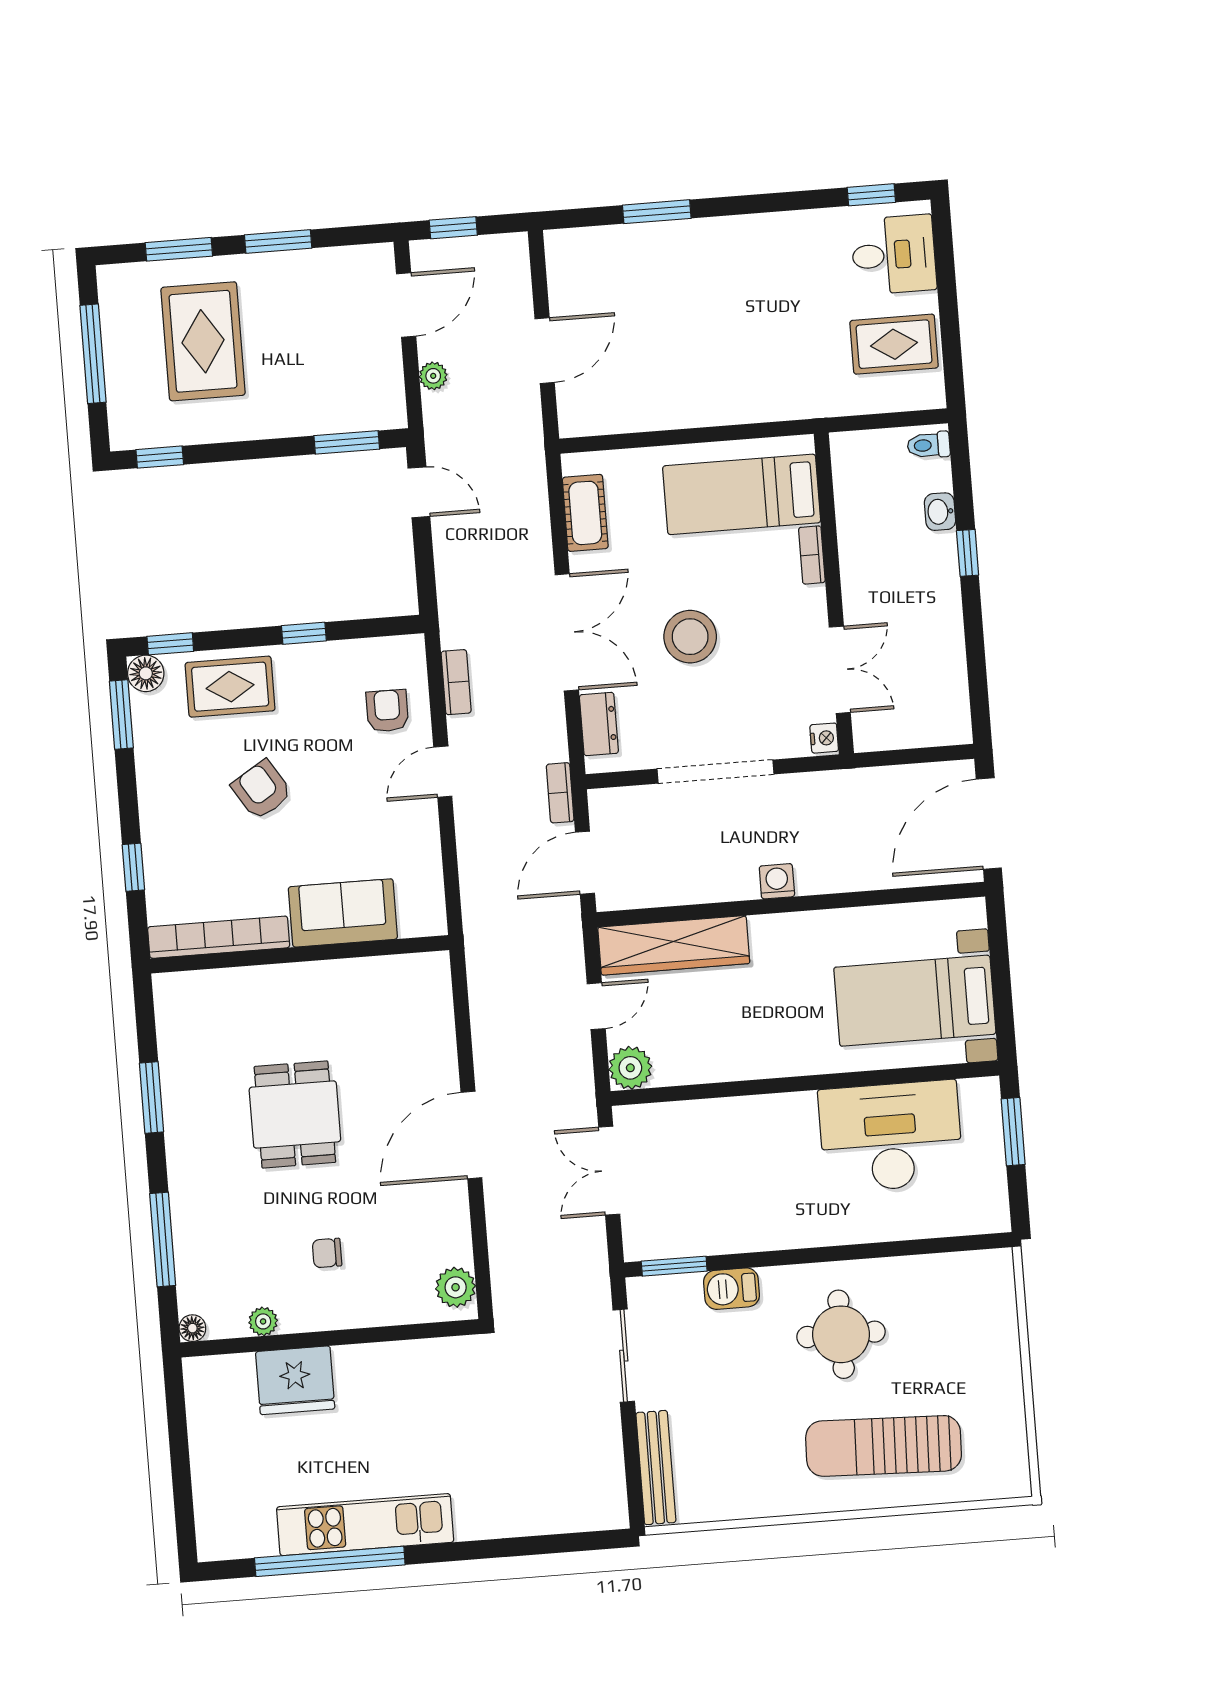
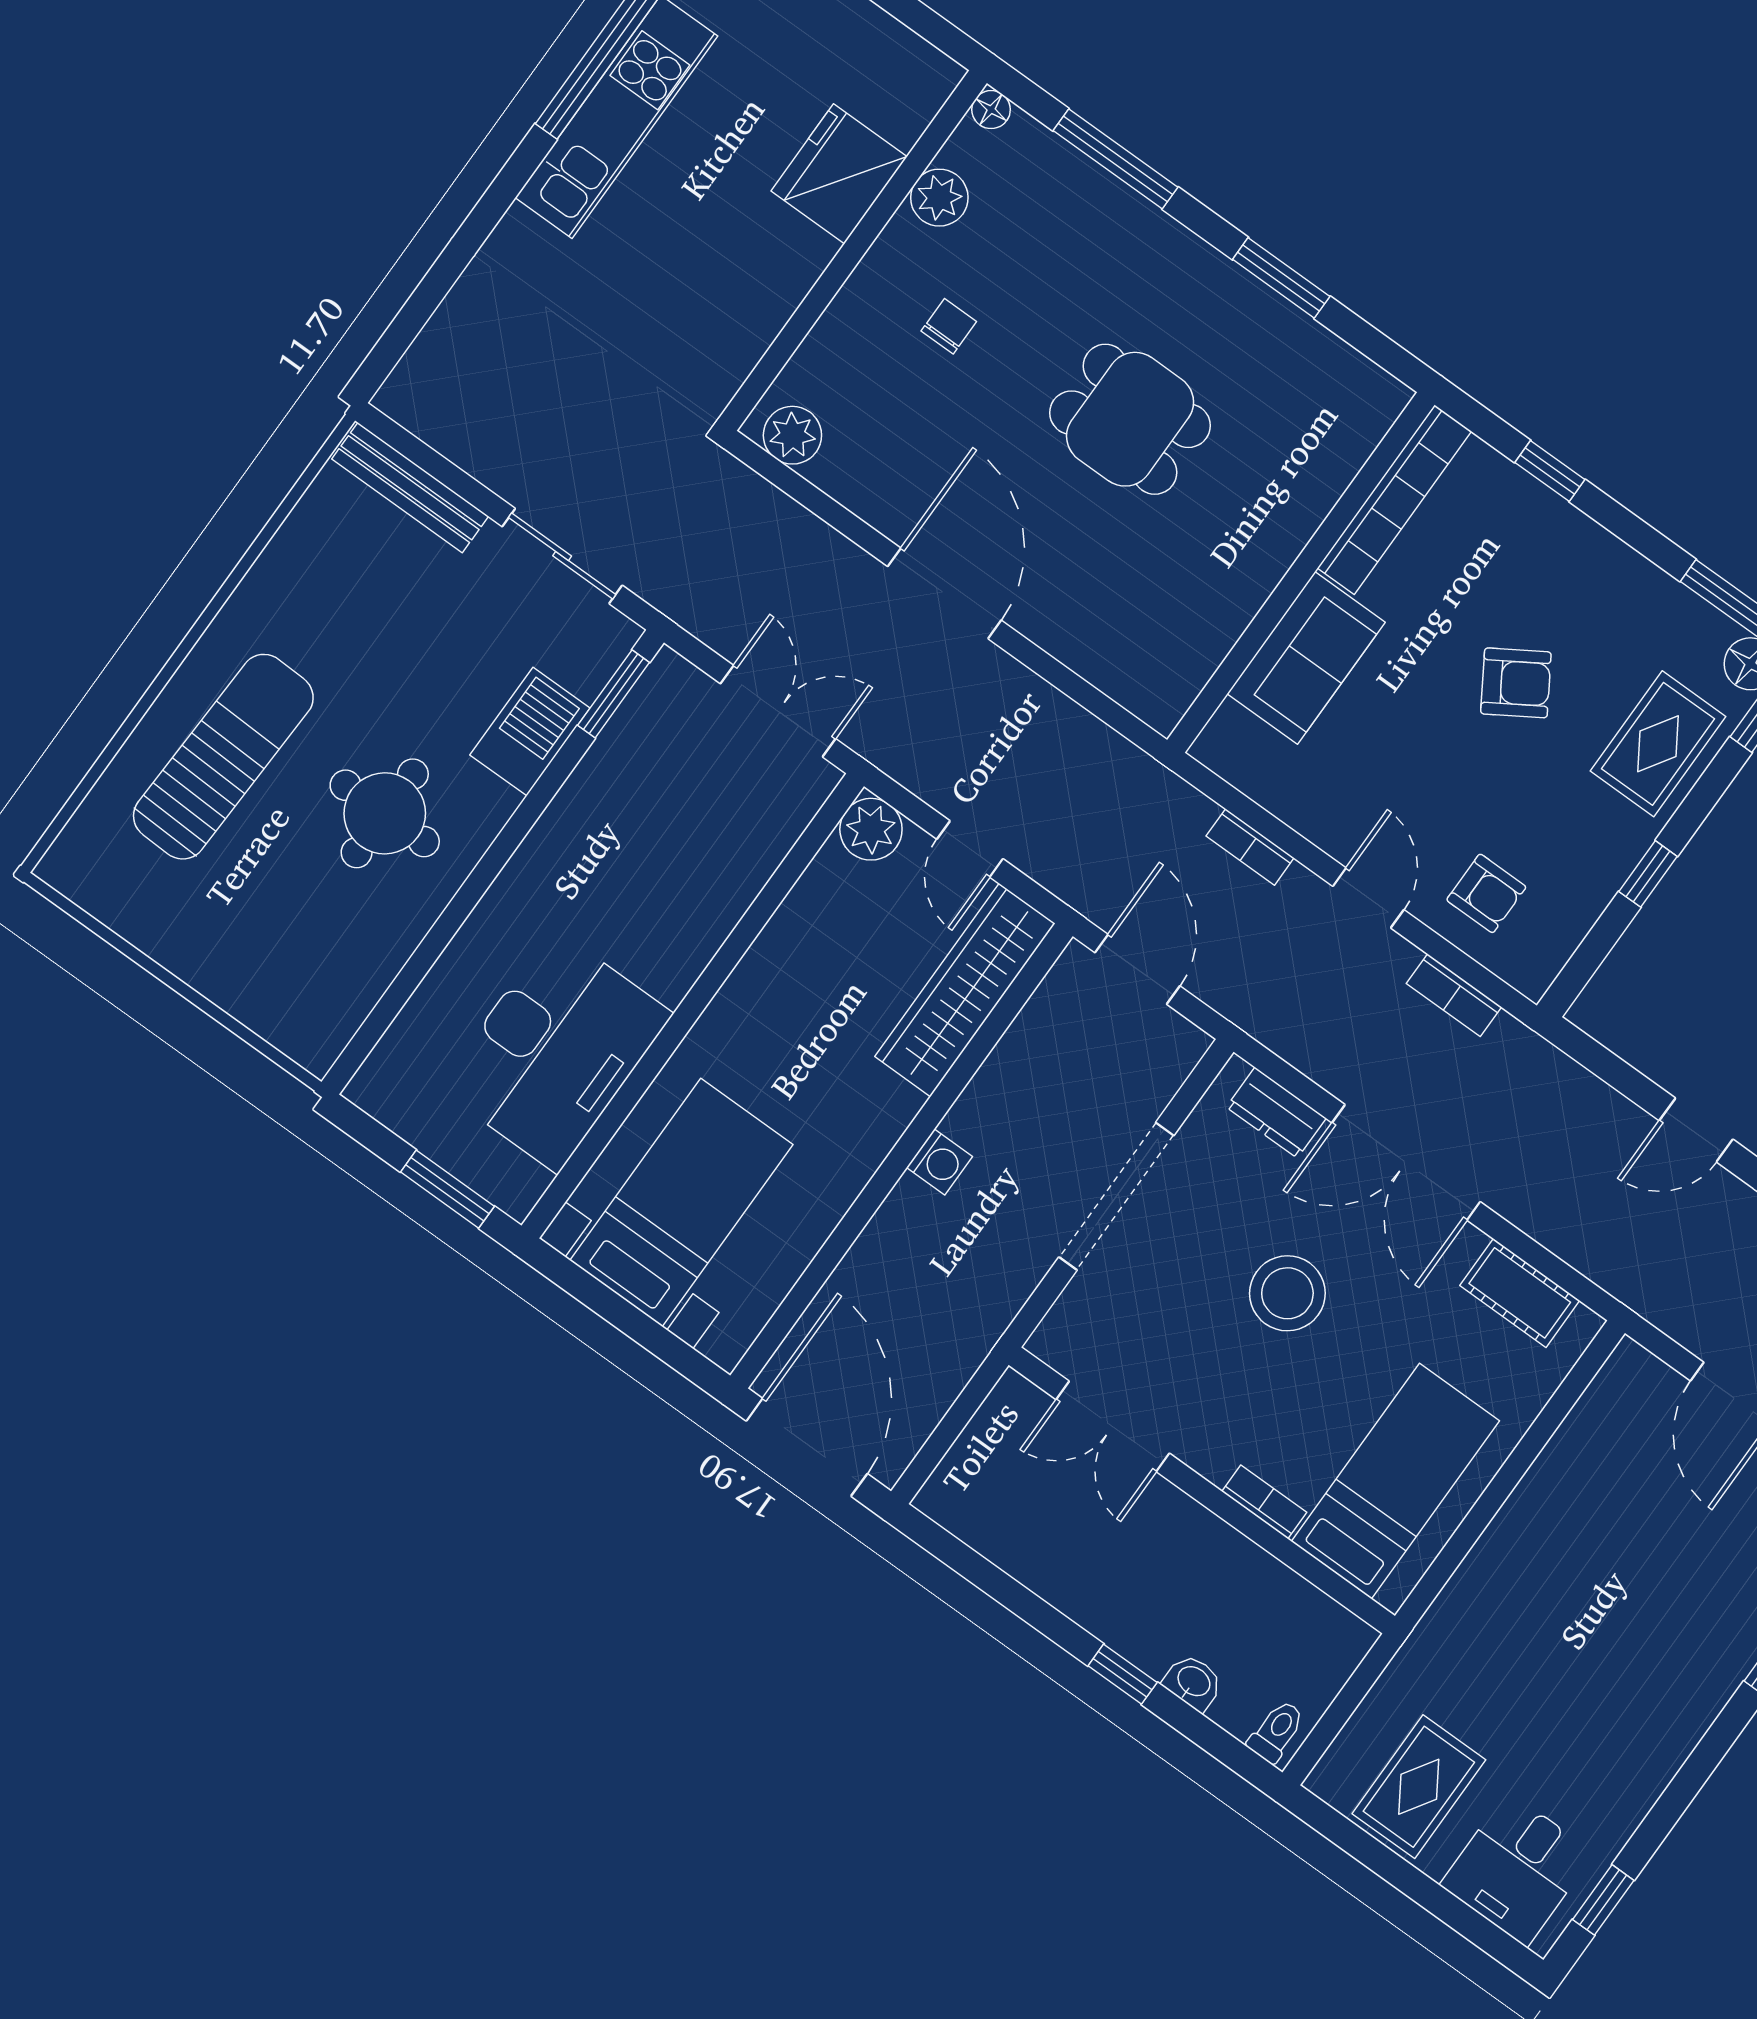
nightstand: (824, 738) -> (1053, 1346), removed
bookcase: (560, 793) -> (1250, 847), moved, turned 180
barbecue: (731, 1289) -> (530, 731), width x1.38, depth x1.27
plant: (263, 1321) -> (939, 198), width x1.38, depth x1.38

